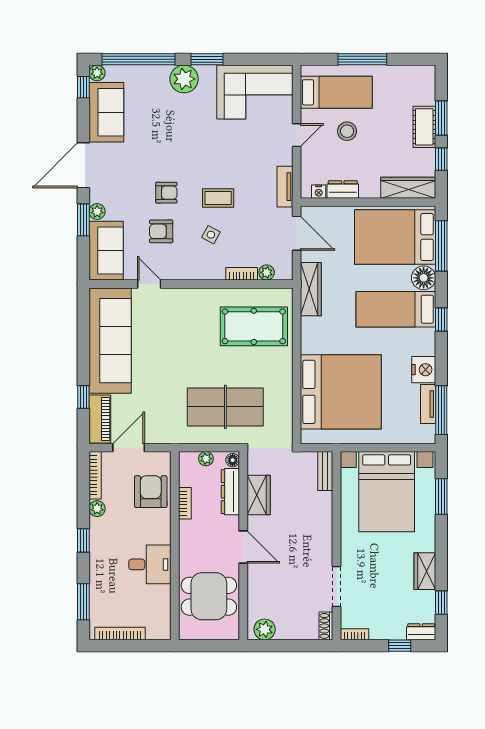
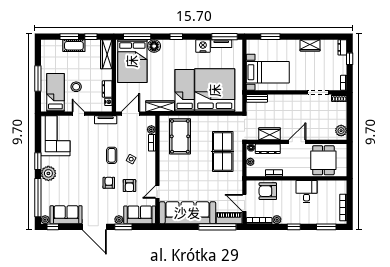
bed: (396, 309) -> (185, 90), moved, turned 180
window: (83, 397) -> (217, 227), width x3.17
bed with nightstands: (387, 492) -> (268, 72), width x0.73
window: (441, 603) -> (327, 37), removed

